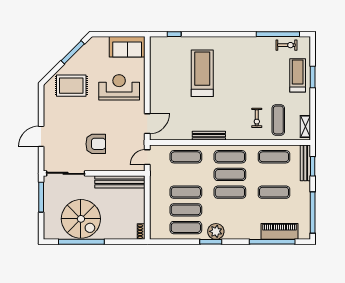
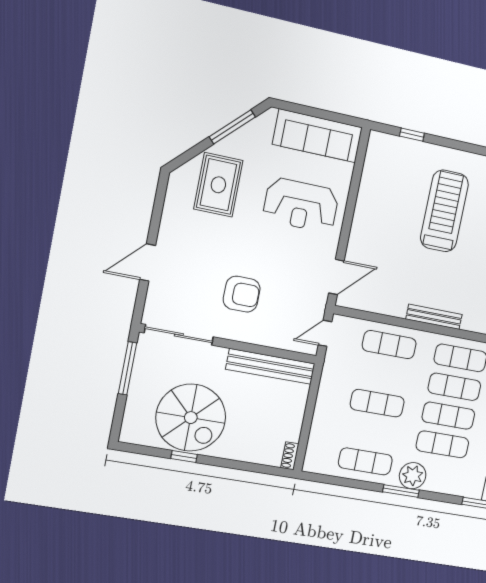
sofa: (127, 47) -> (318, 136), width x1.36
rug: (71, 86) -> (218, 185), turned 90
reception desk: (119, 87) -> (301, 205), turned 180
exercise mat: (186, 210) -> (442, 444), moved
window: (81, 242) -> (184, 456), width x0.32

